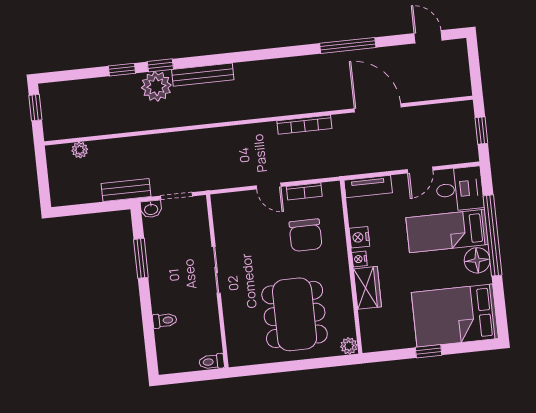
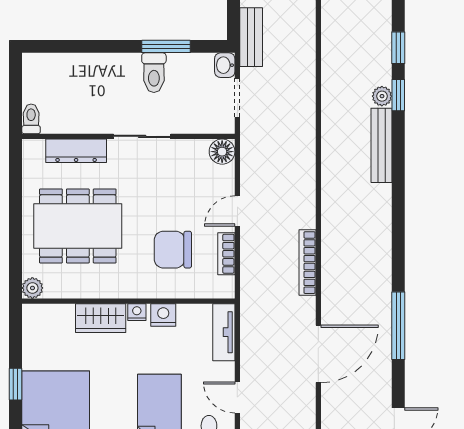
plant: (156, 86) -> (382, 96), width x0.53, depth x0.53
floor lamp: (222, 204) -> (222, 152), added
toilet: (165, 320) -> (154, 73), moved, width x1.37, depth x1.39
dresser: (234, 322) -> (76, 151), added

